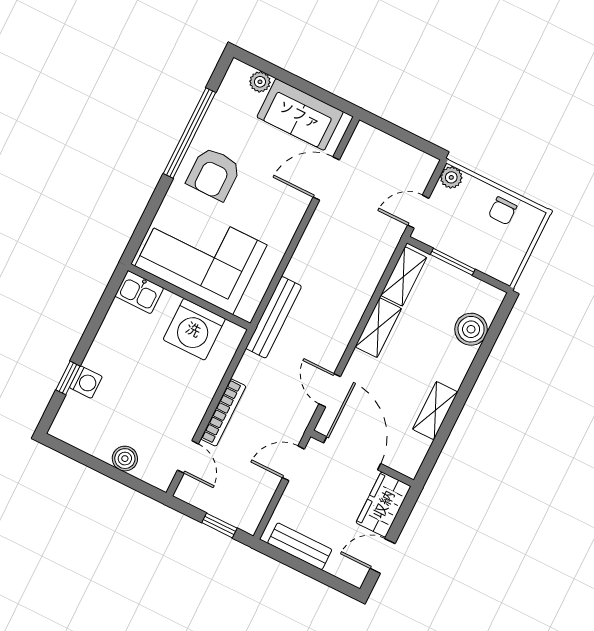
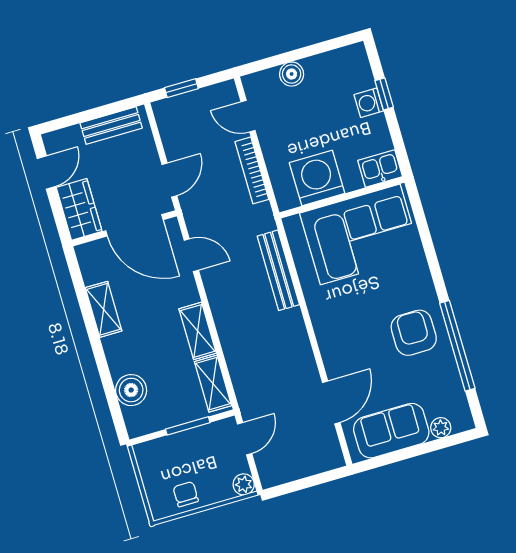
corner sofa: (201, 256) -> (360, 234), moved
kitchen sink: (139, 292) -> (380, 168), moved
wall: (189, 297) -> (342, 197), moved
washing machine: (194, 329) -> (317, 178), moved

